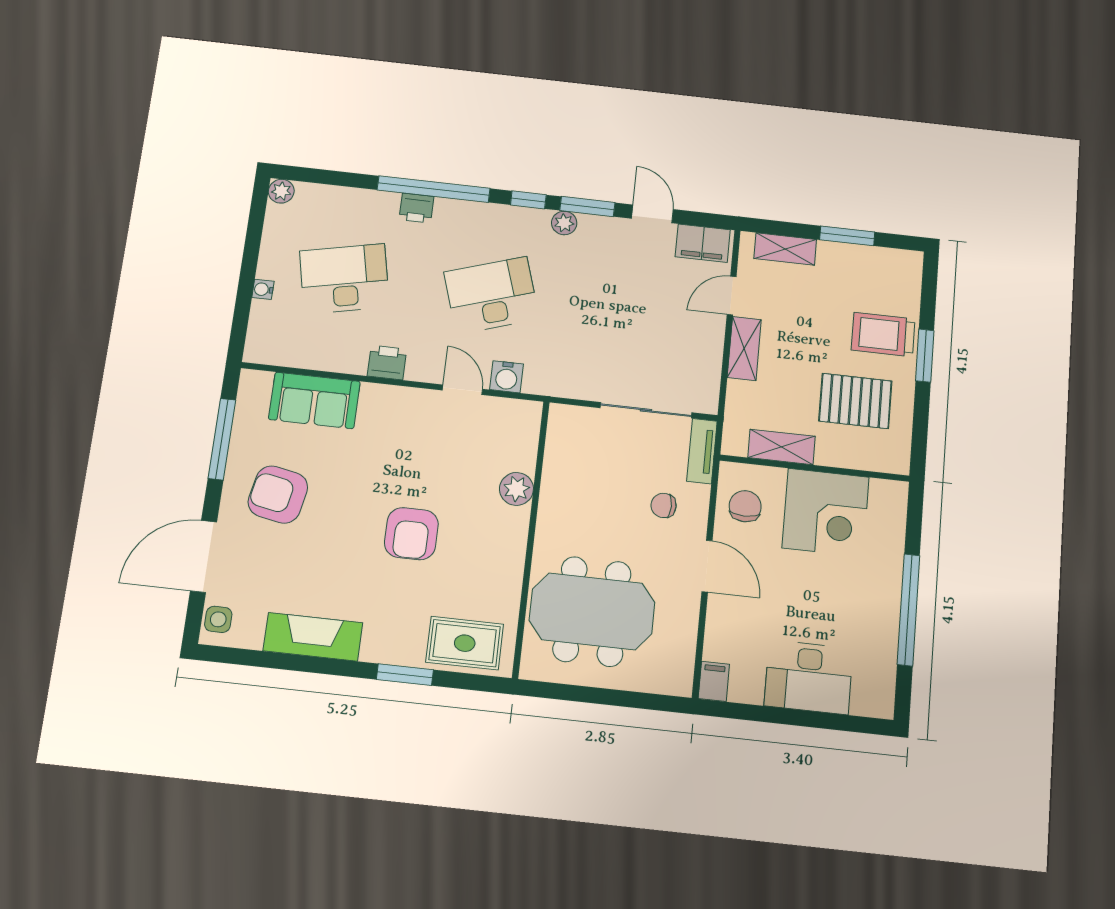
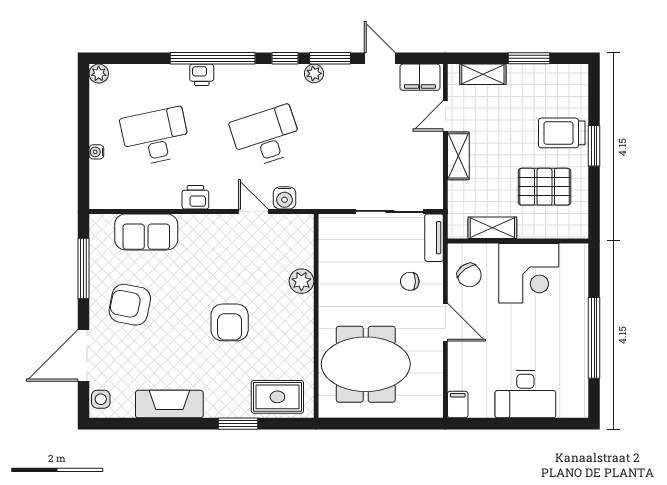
chair: (745, 506) -> (469, 275), turned 145

